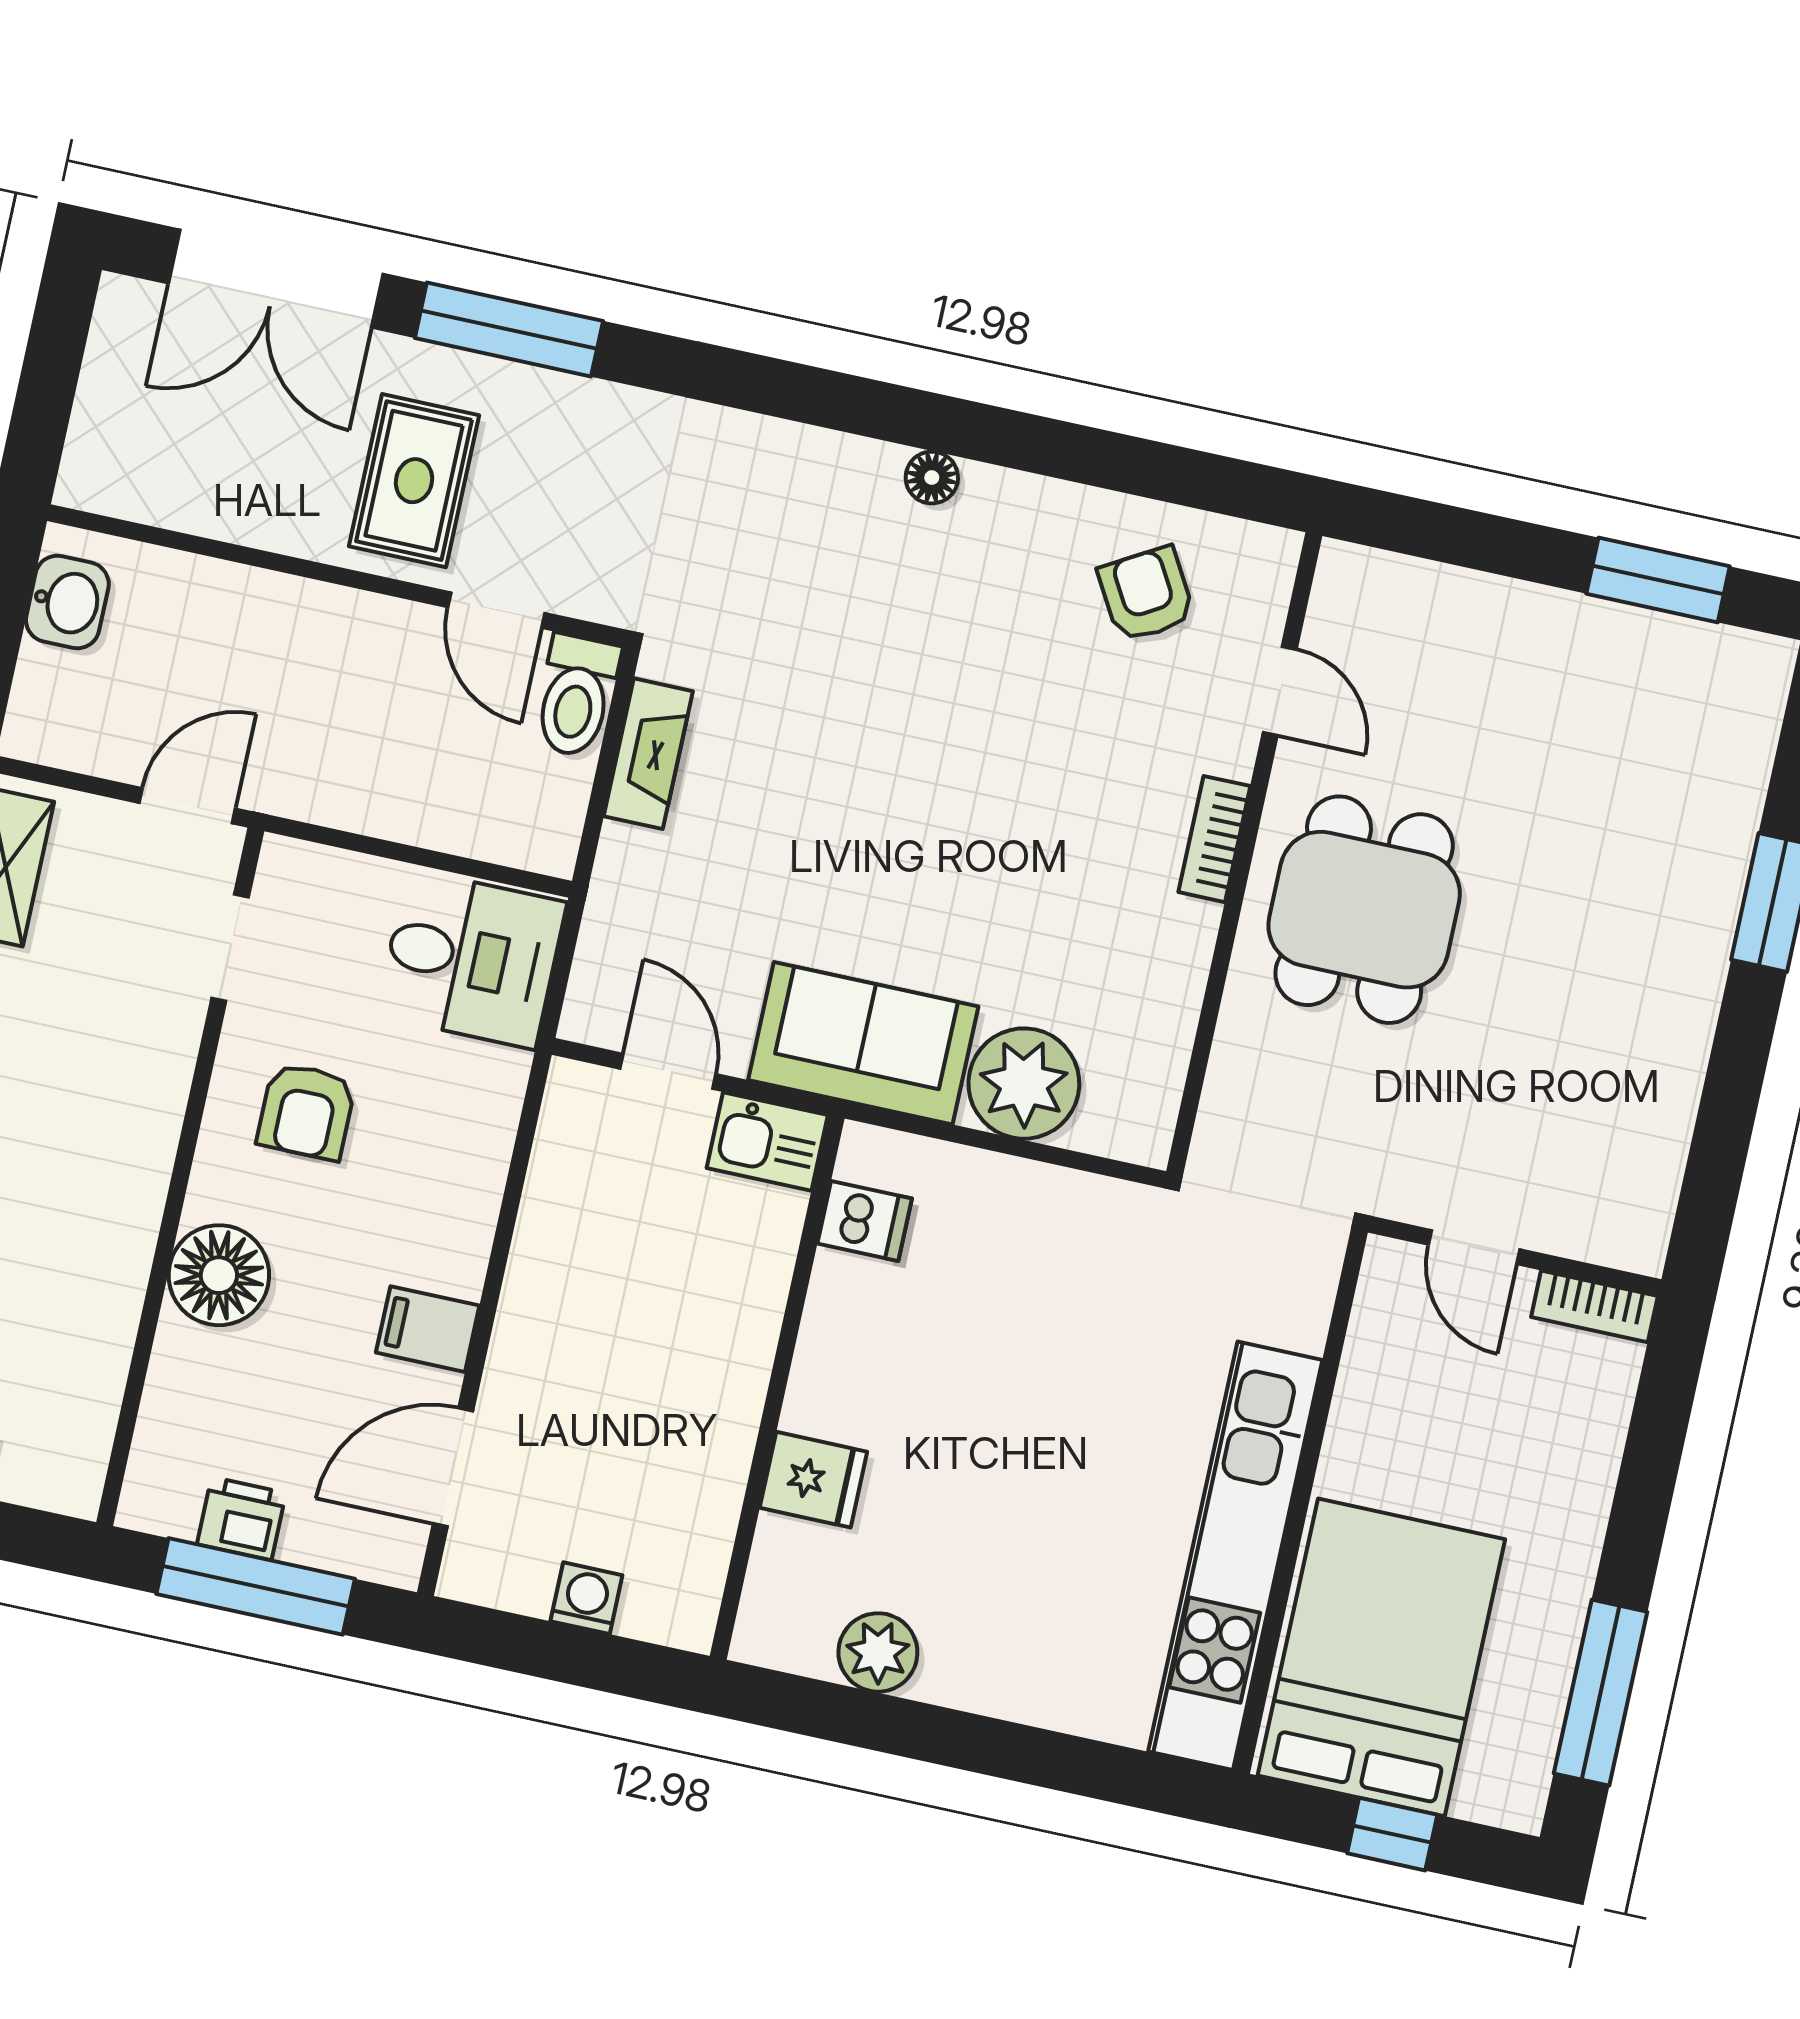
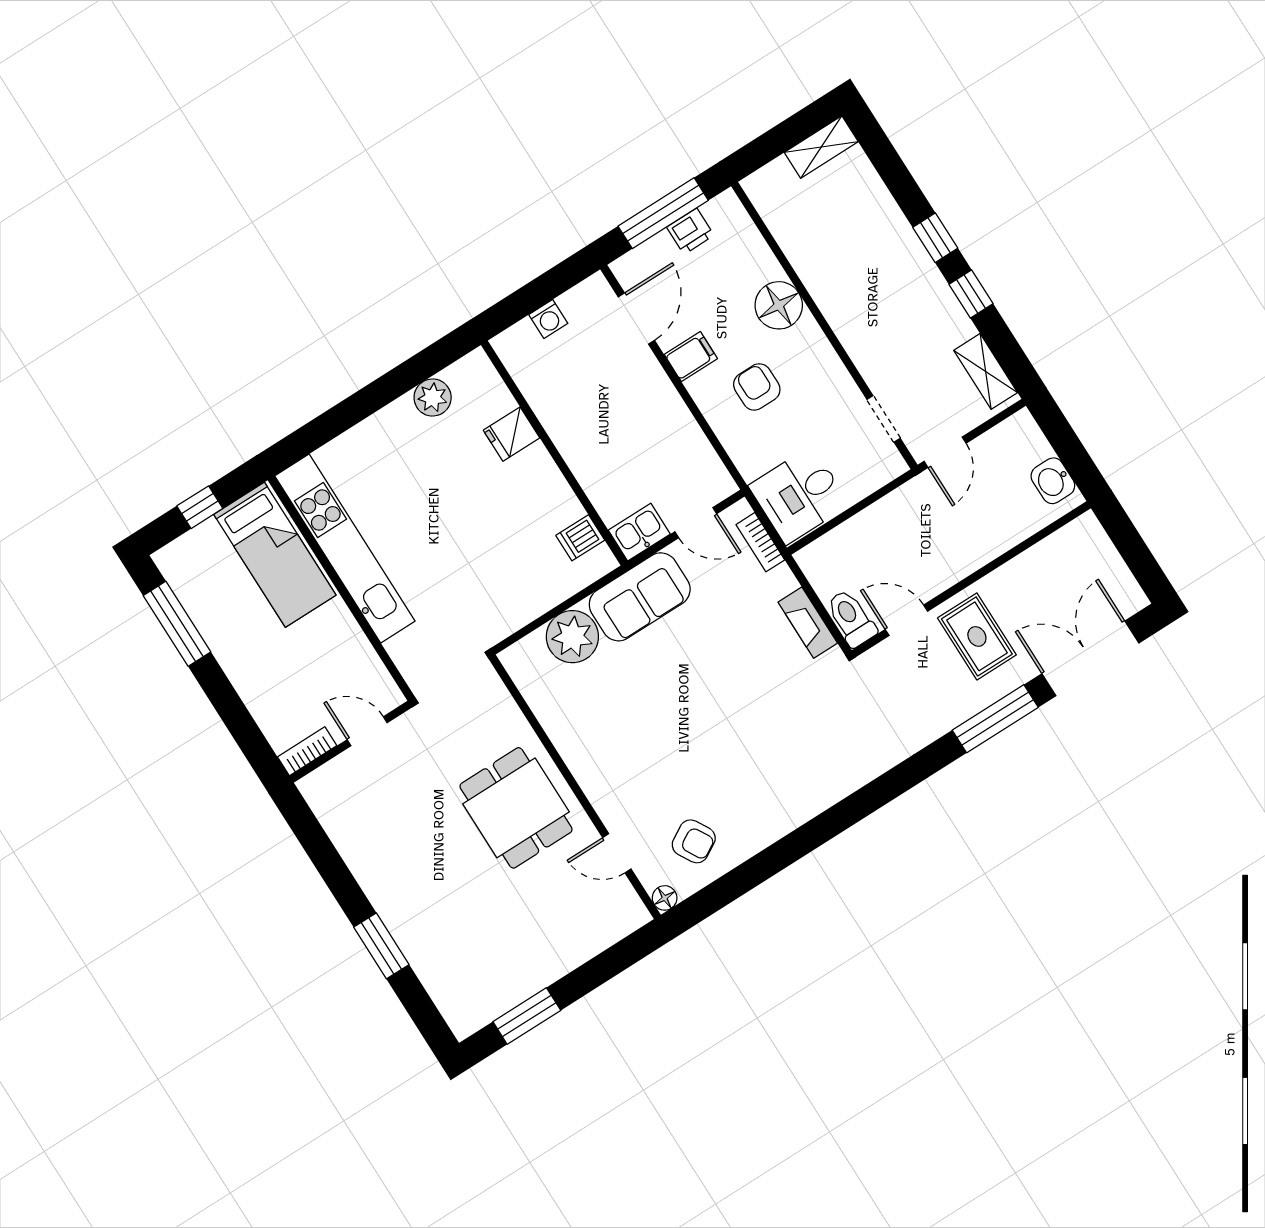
floor lamp: (932, 478) -> (665, 898), moved
bookcase: (1214, 839) -> (760, 542), moved, turned 180
armchair: (306, 1111) -> (757, 387), moved
bed: (1381, 1657) -> (275, 555), width x0.67

